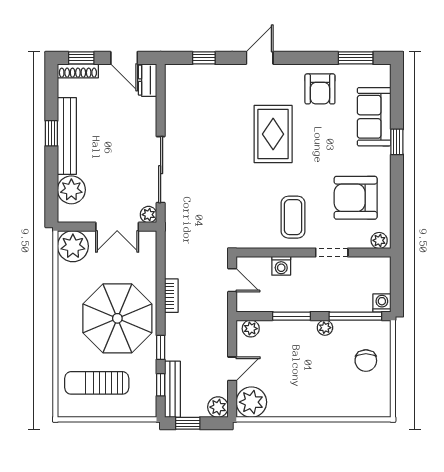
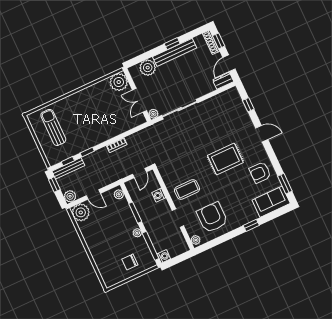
sofa: (374, 117) -> (271, 202), moved
parasol: (117, 318) -> (92, 123), removed

